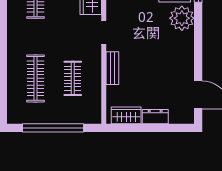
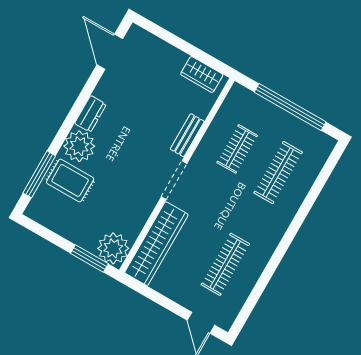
doorway: (104, 32) -> (174, 180), width x1.38
dresser: (155, 117) -> (90, 114), moved, turned -90

